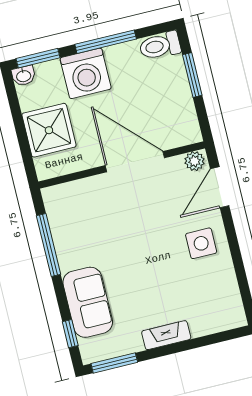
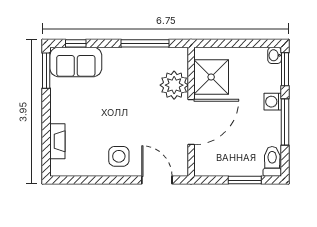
washing machine: (86, 73) -> (273, 102), width x0.53, depth x0.53
shower: (49, 130) -> (211, 77), moved
plant: (194, 161) -> (174, 85), moved, width x1.88, depth x1.88
sofa: (88, 302) -> (76, 62), moved
fireplace: (166, 335) -> (57, 141), moved

